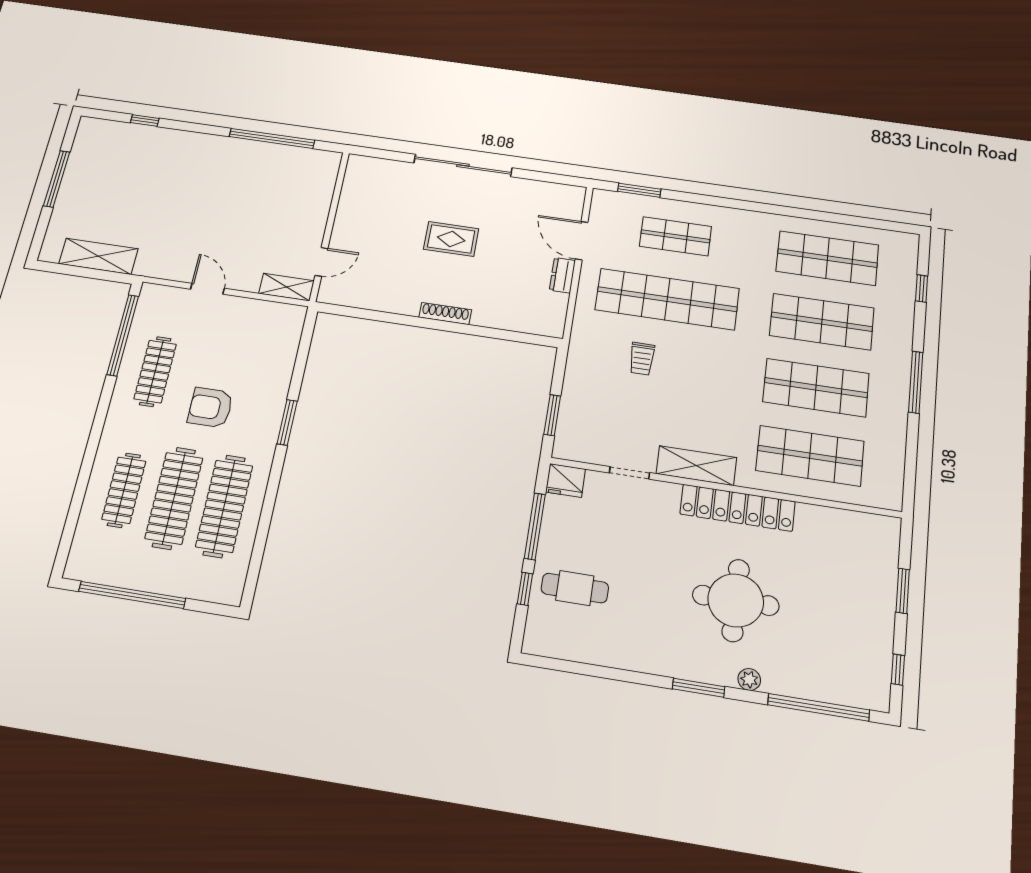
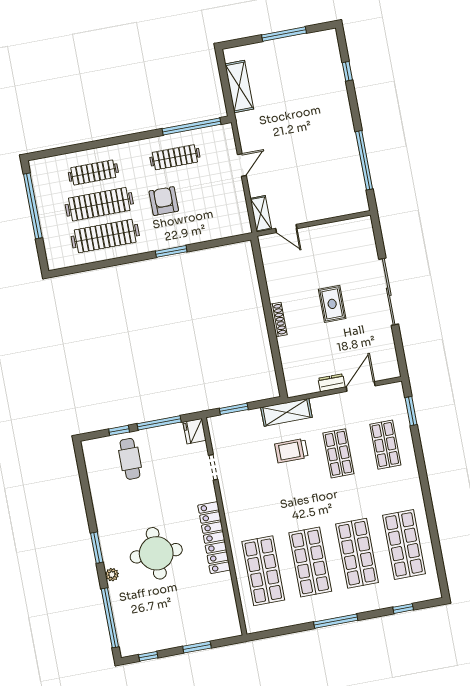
shop shelf: (667, 299) -> (338, 453), width x0.50, depth x0.74
trolley: (642, 359) -> (291, 451), width x1.36, depth x1.39
shelving: (696, 466) -> (286, 412), moved, turned 90

